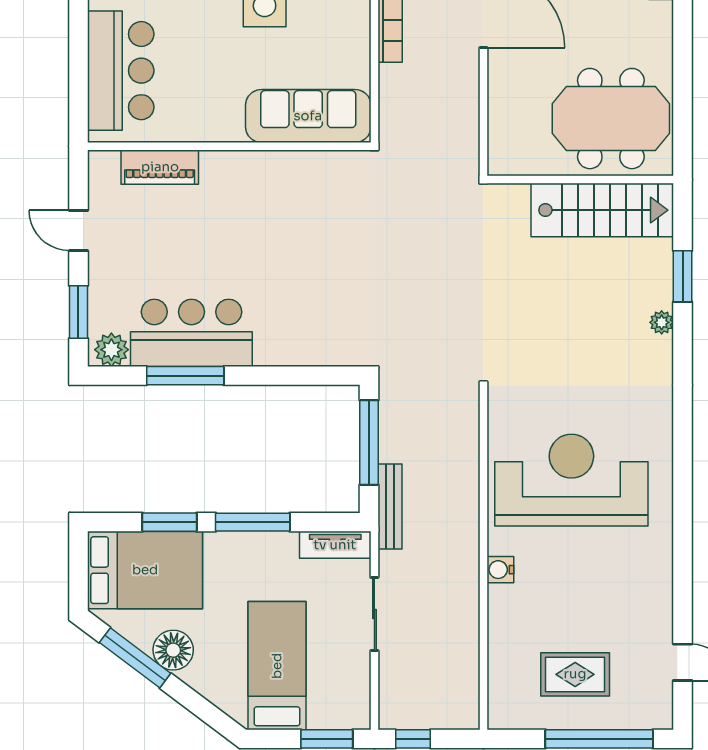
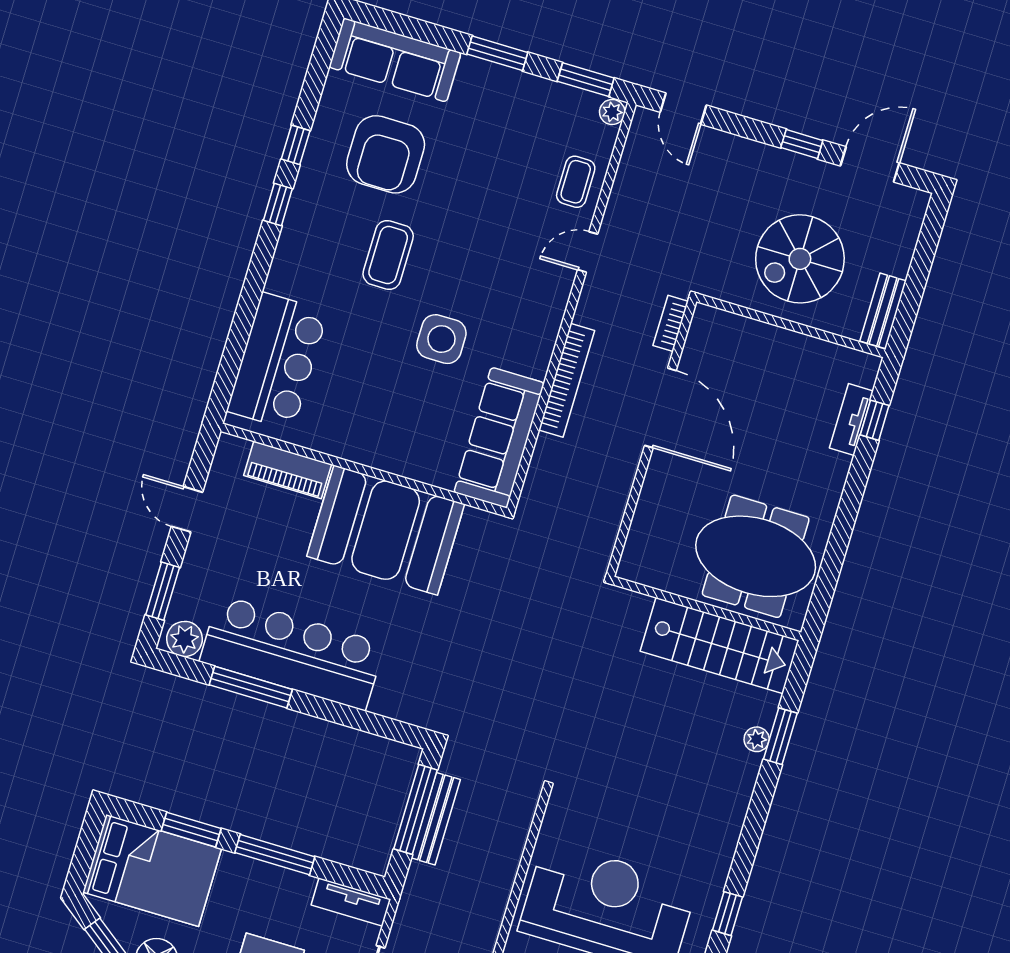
sofa: (308, 116) -> (499, 438), moved, turned -90
booth: (266, 195) -> (386, 530), added
plant: (662, 322) -> (757, 739), moved
bar counter: (191, 333) -> (292, 653), width x1.36
window: (683, 453) -> (728, 914), added
bench: (390, 506) -> (436, 819), moved

